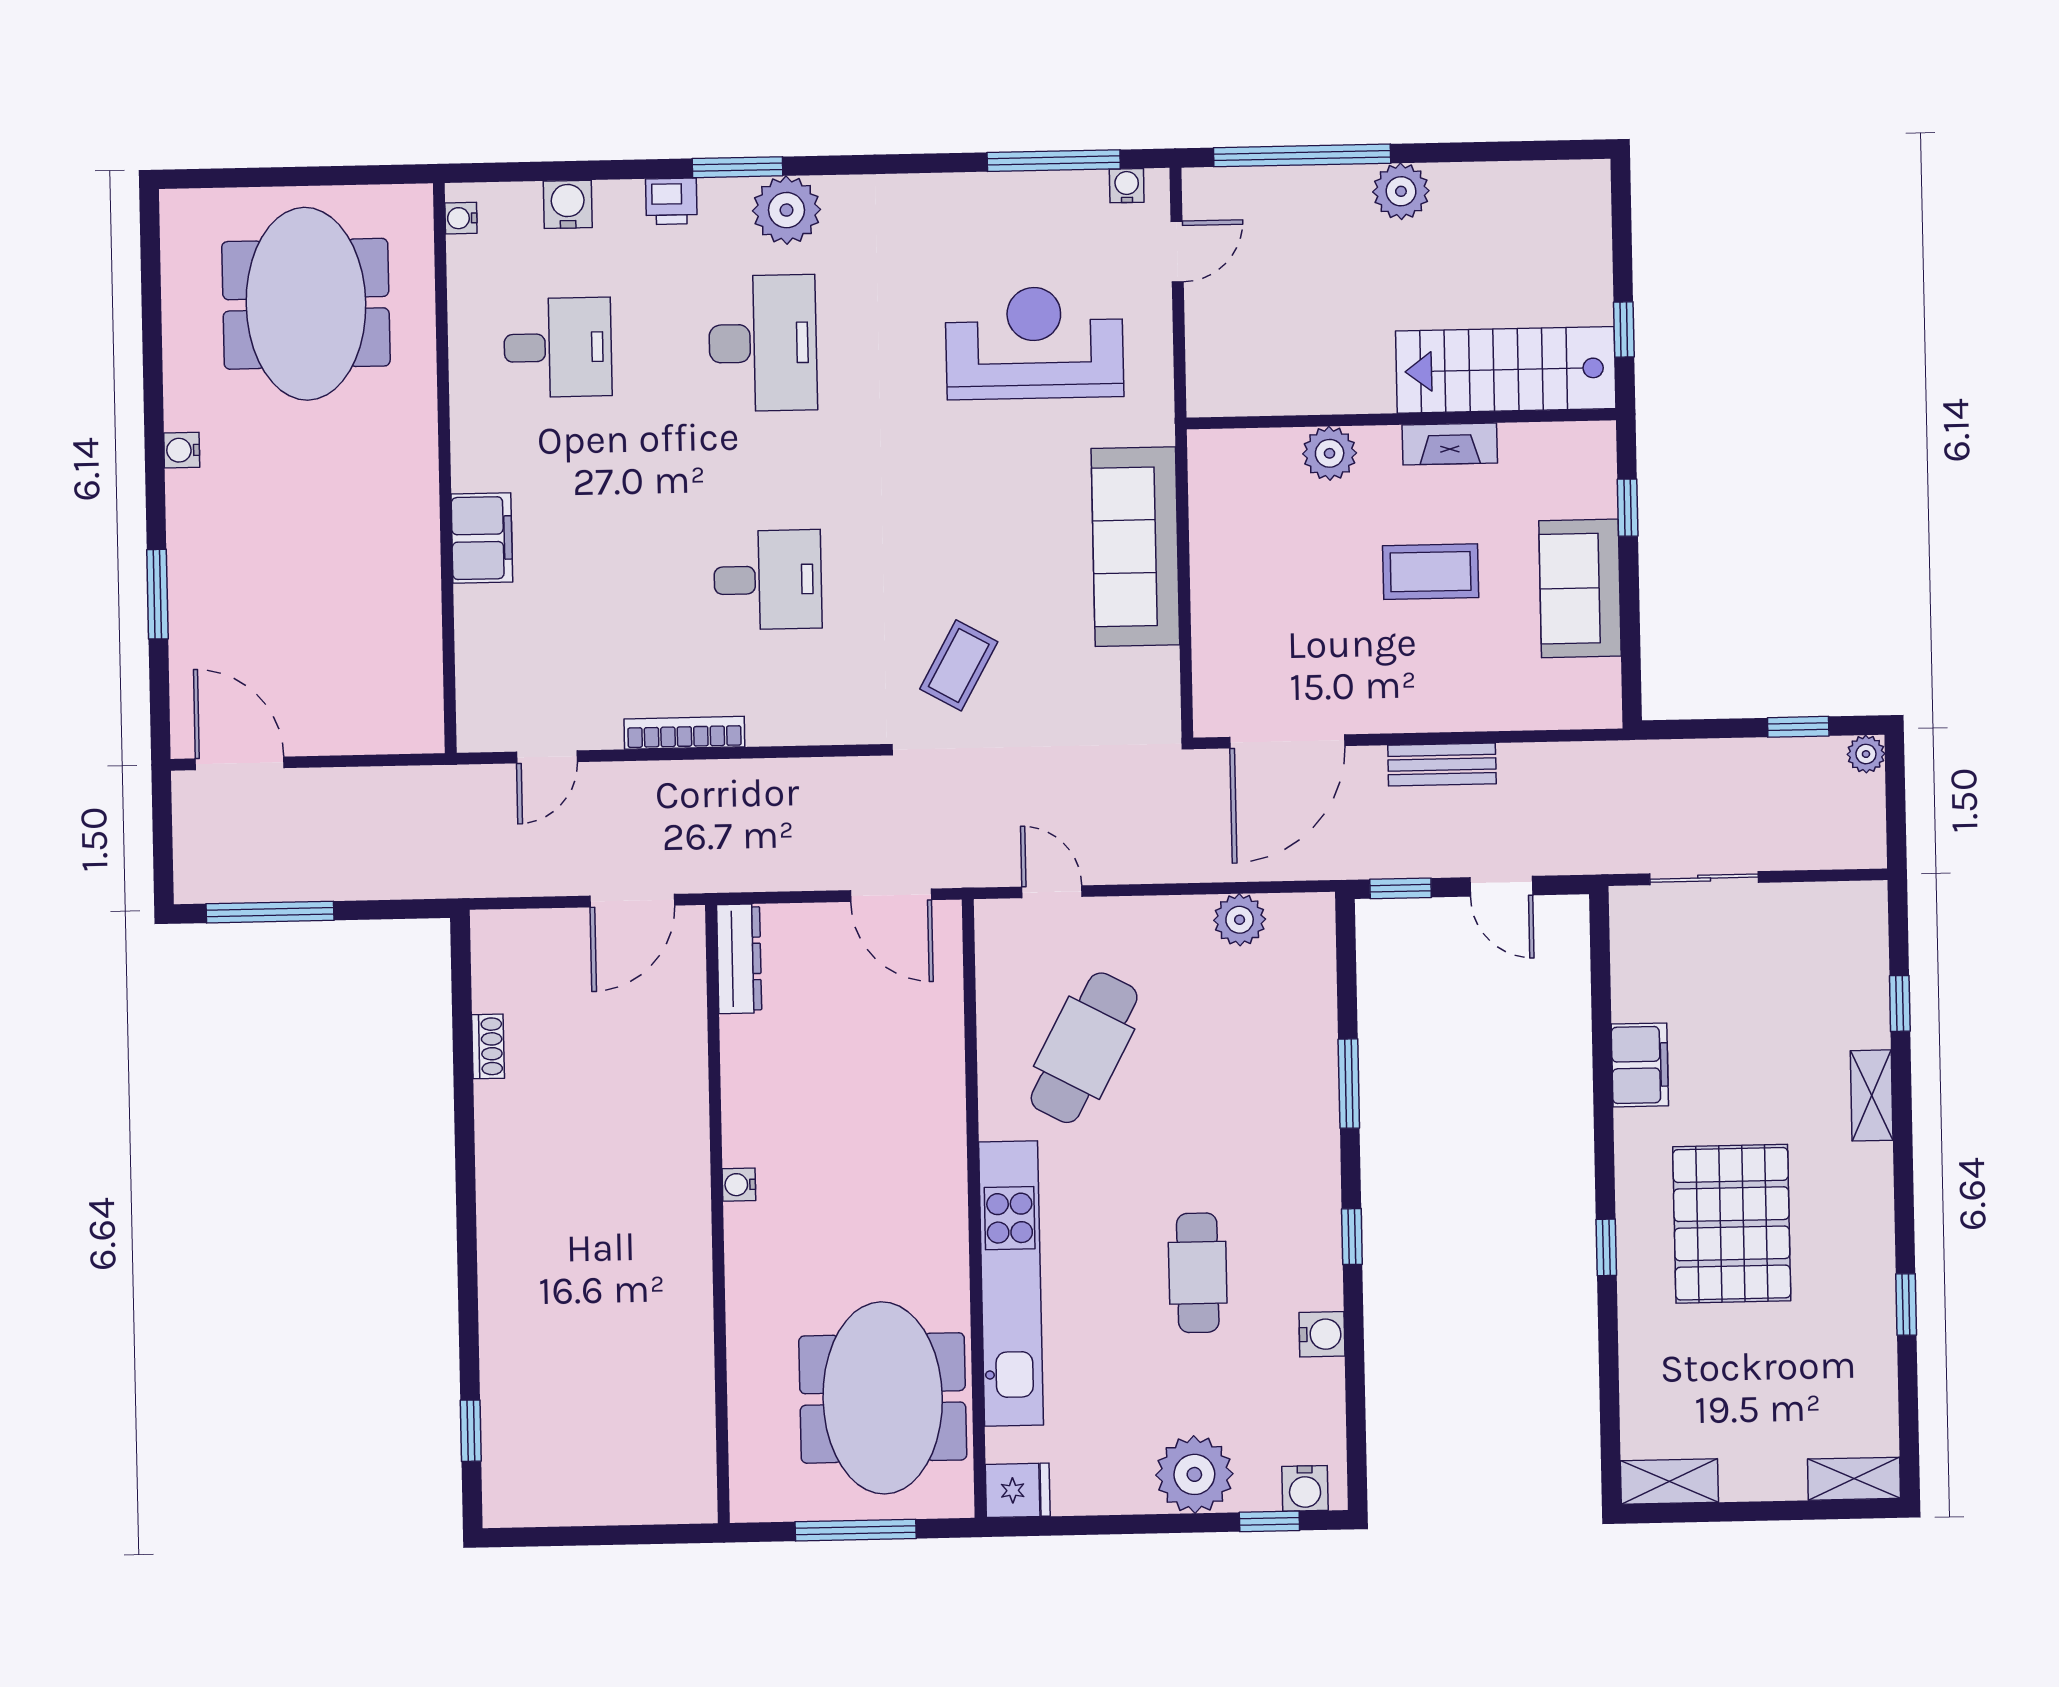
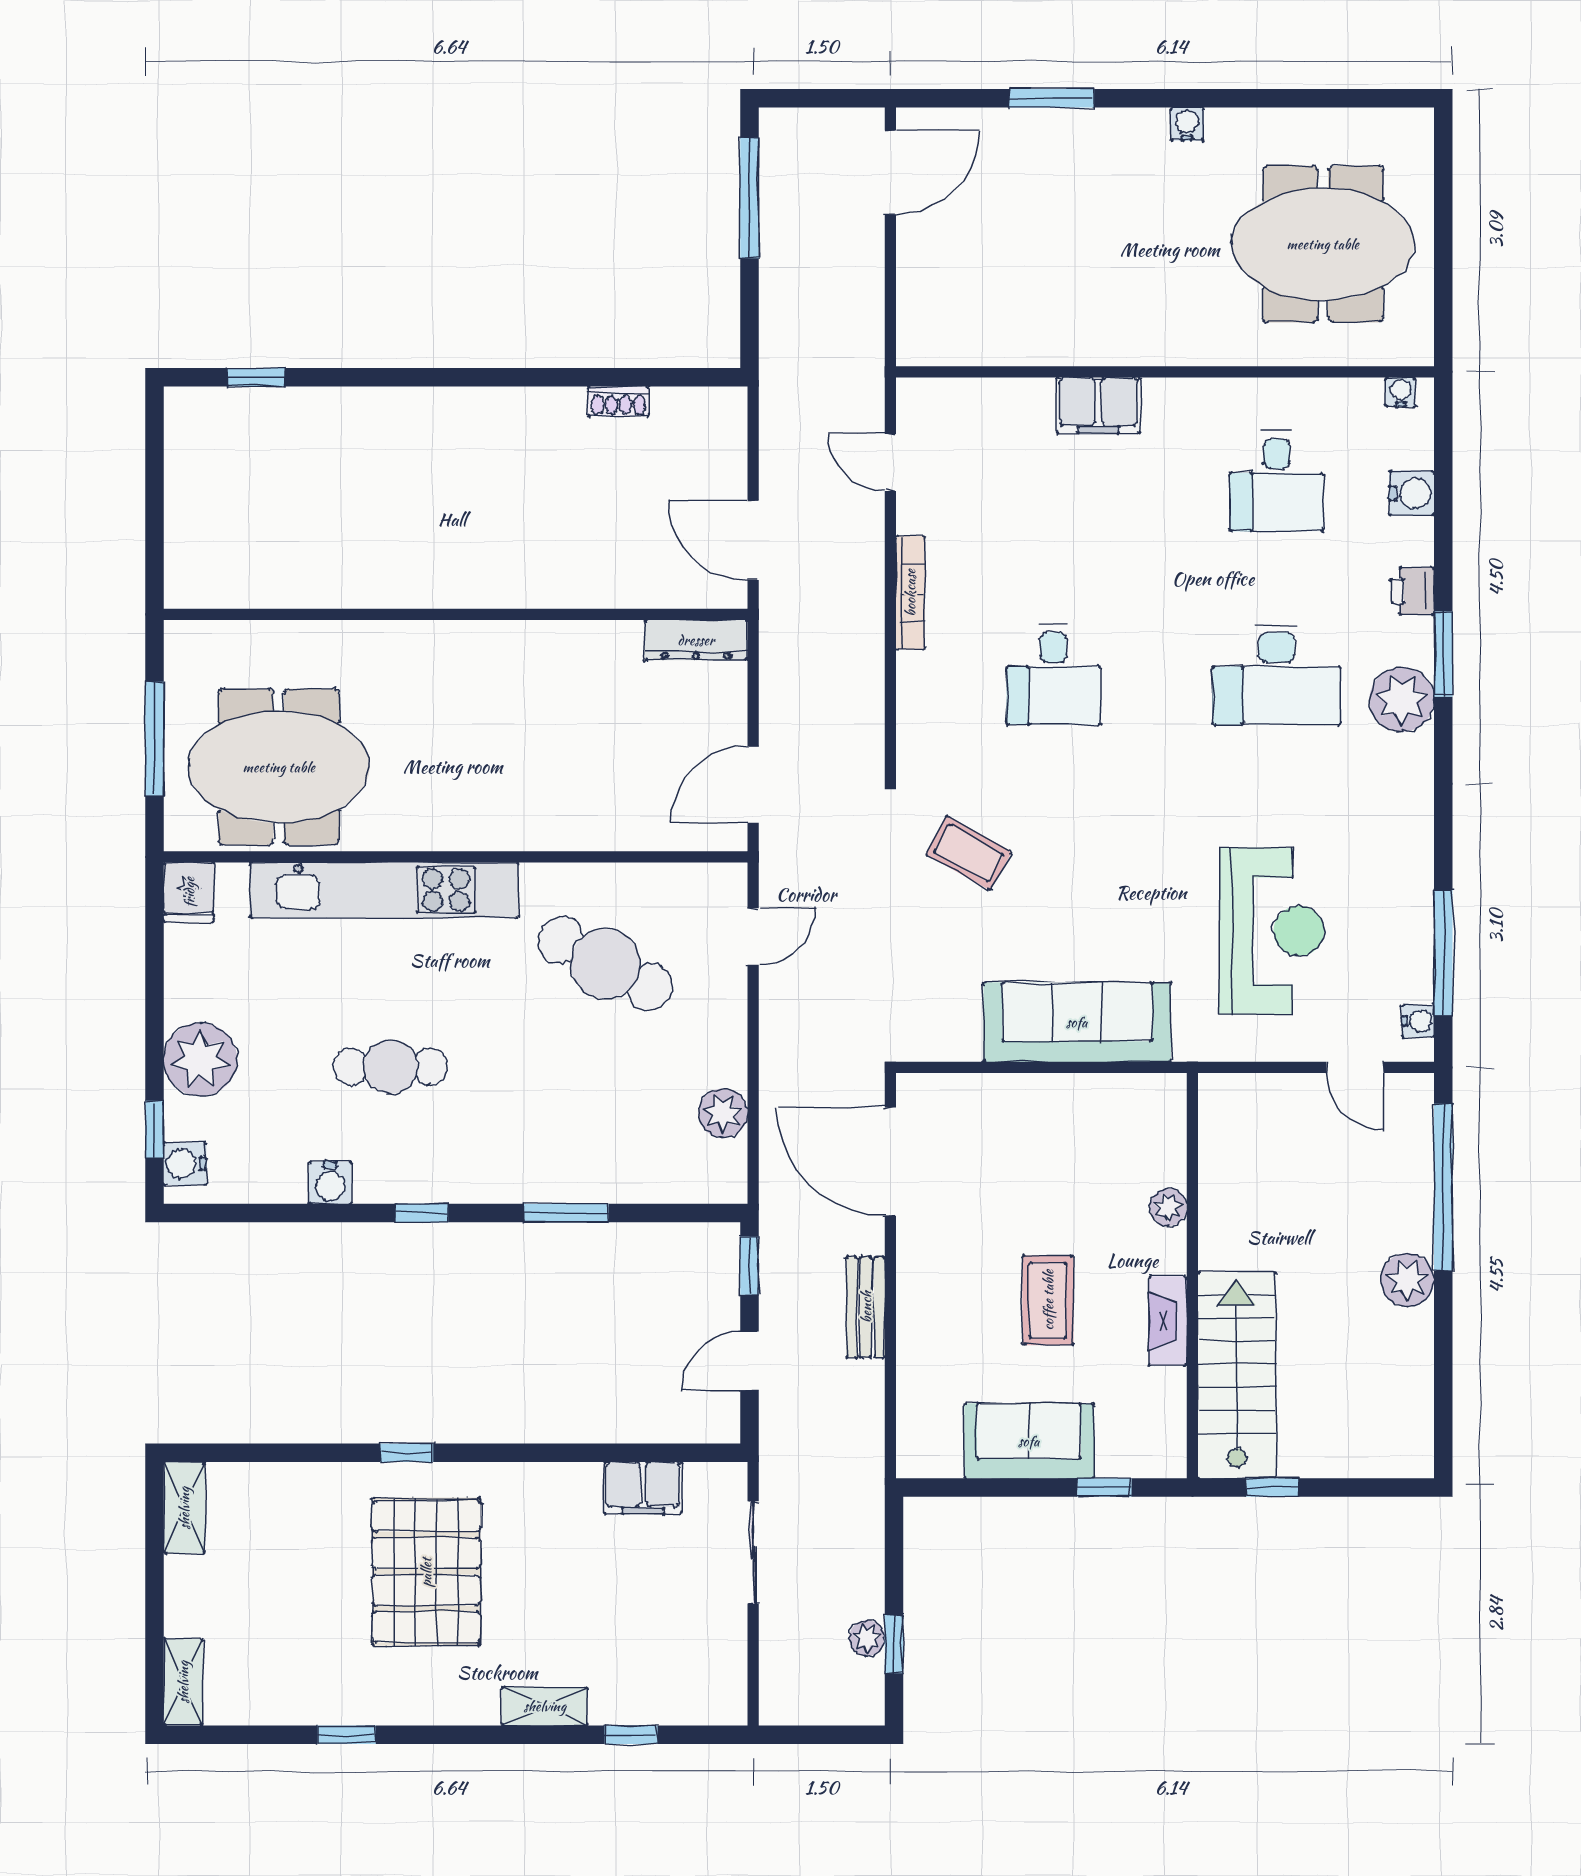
plant: (1330, 453) -> (1168, 1207), width x0.73, depth x0.73
plant: (1866, 754) -> (867, 1638), moved
filing cabinet: (1640, 1065) -> (643, 1488), moved
water cooler: (739, 1185) -> (483, 635), removed
pallet: (1732, 1224) -> (426, 1572), turned 90

